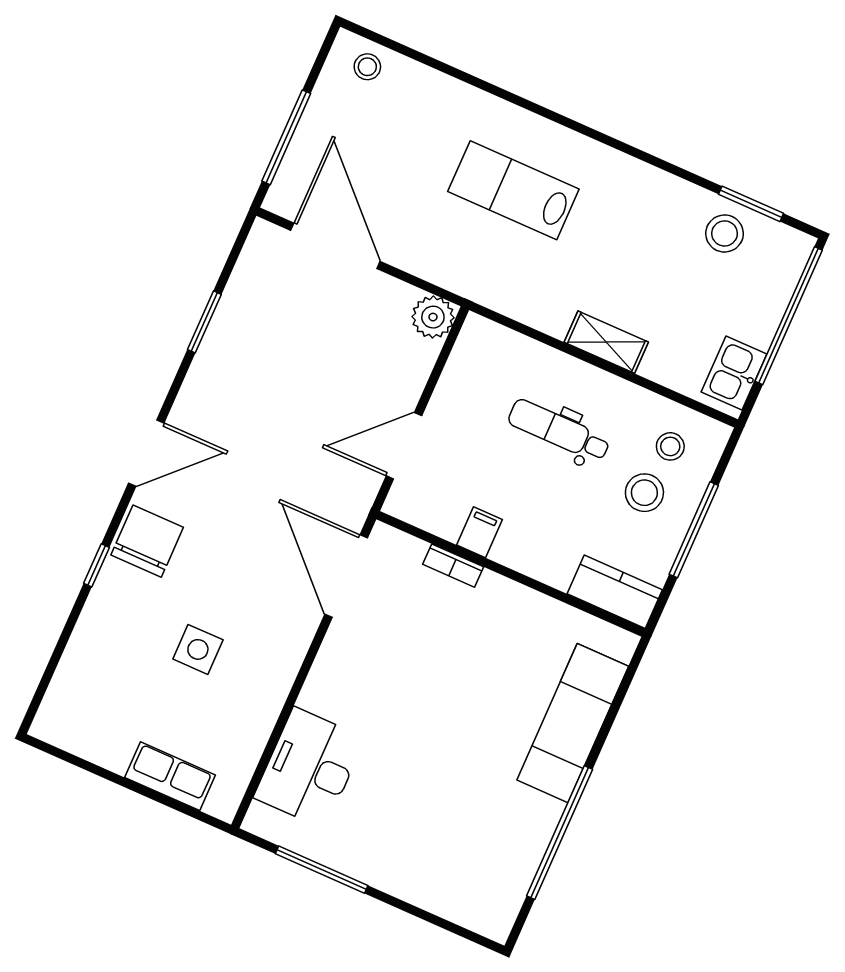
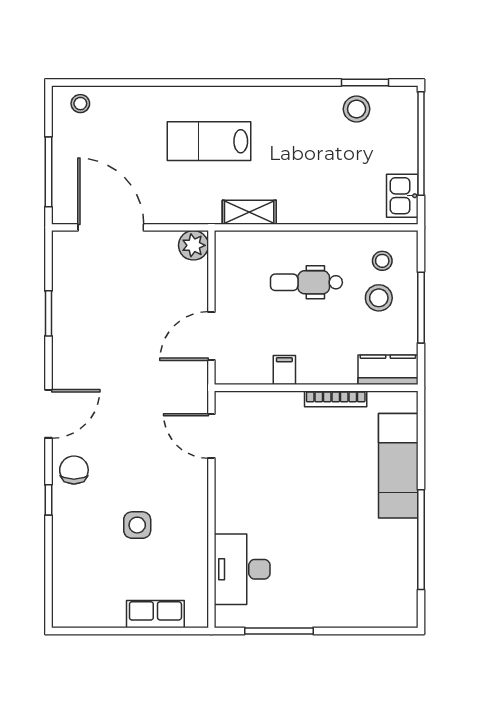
shelving: (606, 342) -> (249, 212), moved
chair: (147, 541) -> (74, 470), width x0.73, depth x0.73
bookcase: (453, 566) -> (336, 399), moved, width x1.56
door: (346, 576) -> (211, 436), width x0.73

